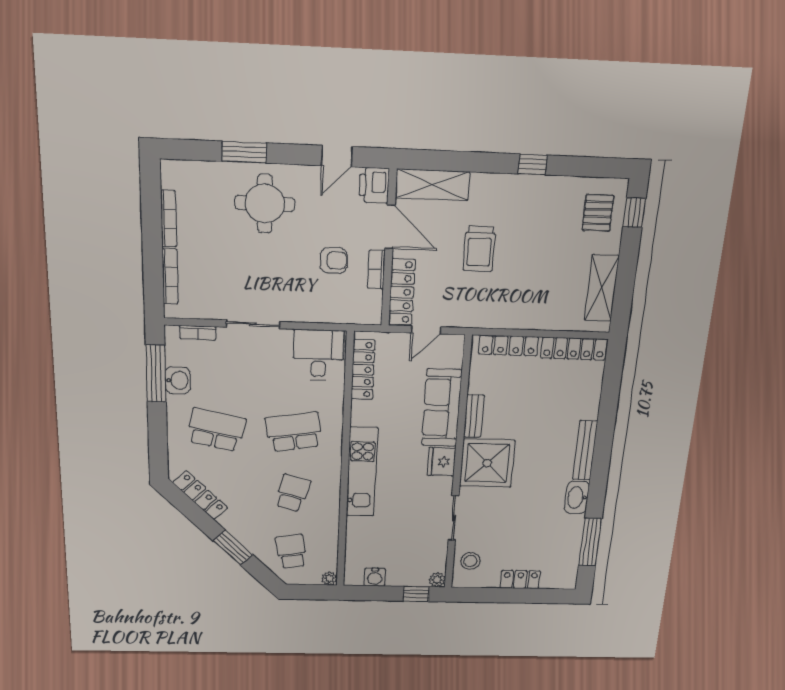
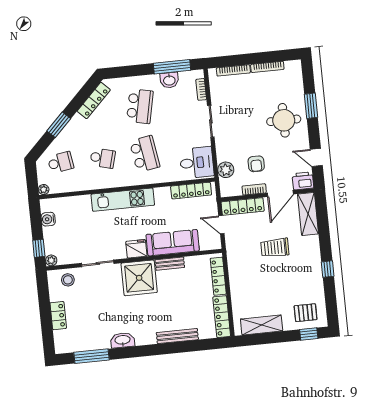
plant: (337, 311) -> (226, 170), added
bench: (585, 450) -> (177, 336), moved

